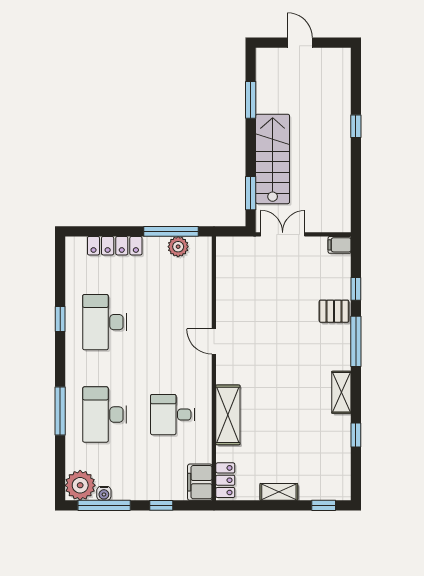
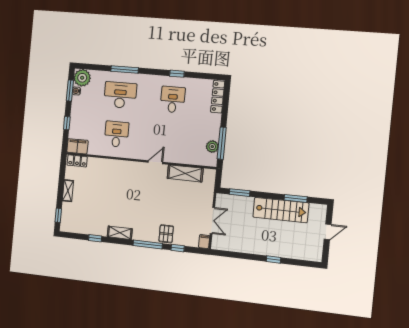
stairs: (273, 159) -> (281, 210), moved
double door: (283, 234) -> (212, 220), moved
locker: (115, 246) -> (218, 97), moved
desk: (105, 322) -> (173, 100), width x0.73
shelving: (228, 415) -> (185, 173), moved
window: (104, 505) -> (70, 90), width x0.69

